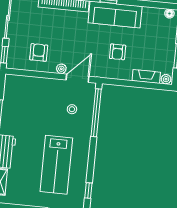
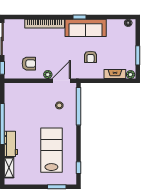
armchair: (39, 52) -> (29, 64), turned 90
lab bench: (56, 165) -> (51, 150), turned 180

